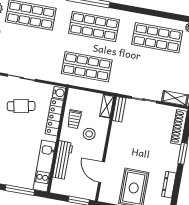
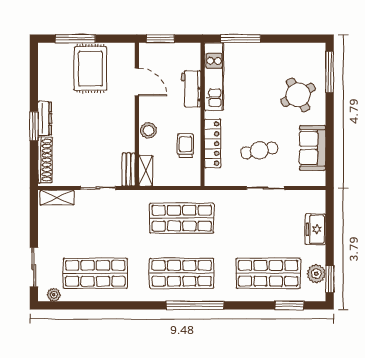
water cooler: (59, 93) -> (212, 177), removed
stool: (89, 134) -> (149, 130), moved
workbench: (63, 160) -> (191, 89), width x0.73
dresser: (169, 185) -> (45, 118), moved

